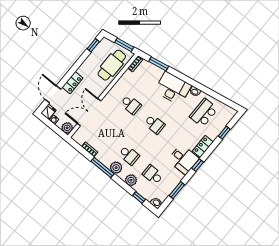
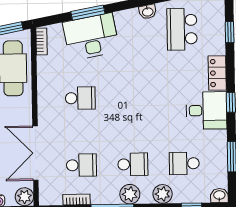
window: (159, 64) -> (88, 13), moved
desk: (173, 88) -> (91, 37), moved
school desk: (155, 124) -> (81, 165), moved

